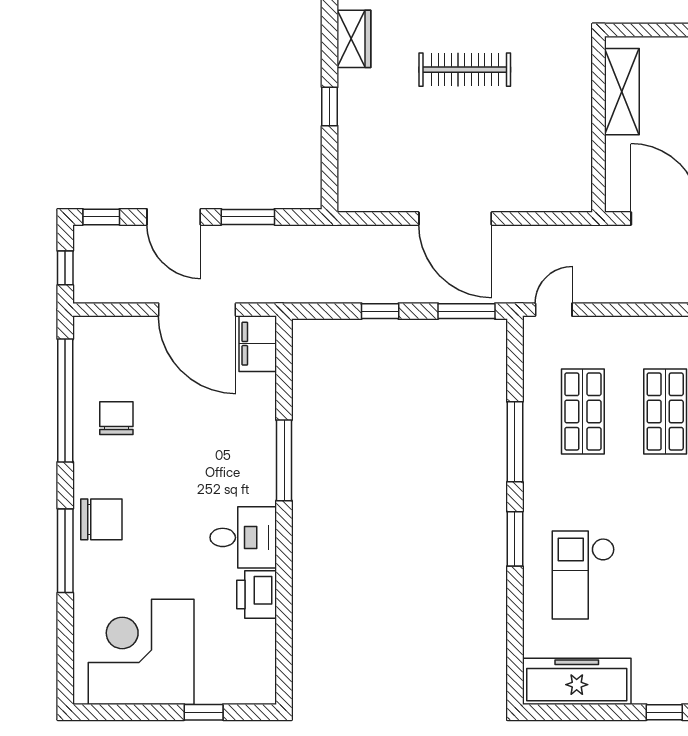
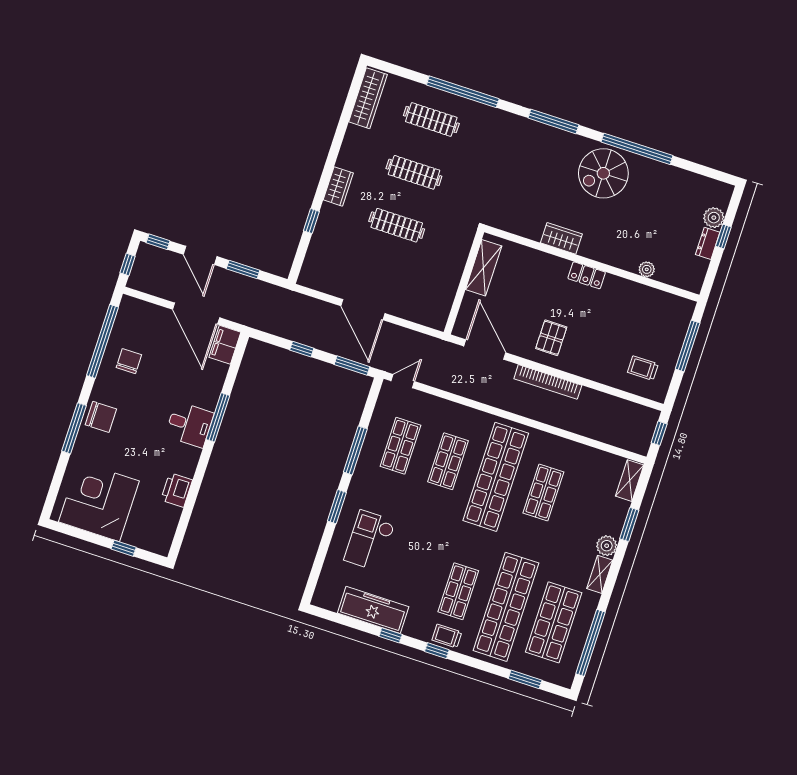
desk: (243, 537) -> (189, 425), moved
freezer: (577, 681) -> (373, 610), moved

